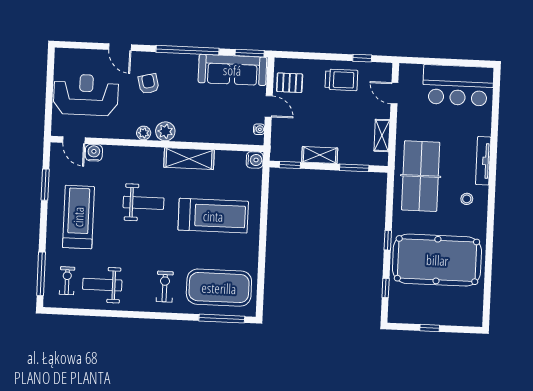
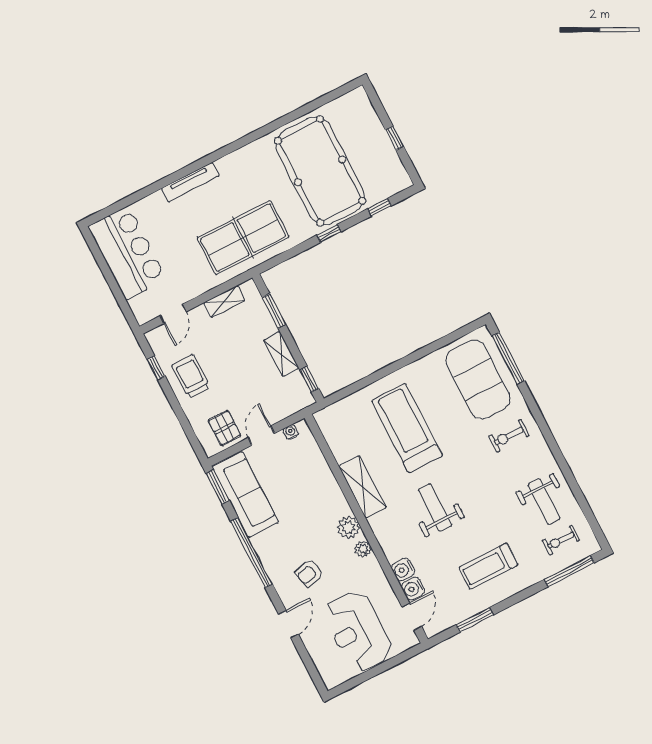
water cooler: (255, 160) -> (403, 570), moved, turned -90
stool: (467, 199) -> (239, 176), removed
treadmill: (78, 217) -> (488, 566), width x0.73, depth x0.73

